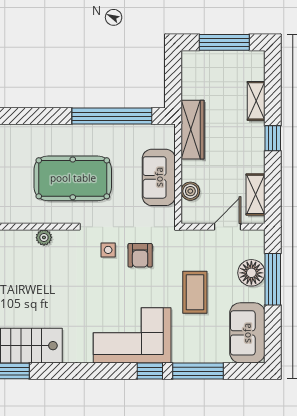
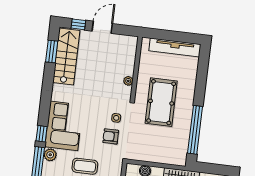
sofa: (159, 177) -> (155, 153), removed
plant: (183, 352) -> (50, 155), added

